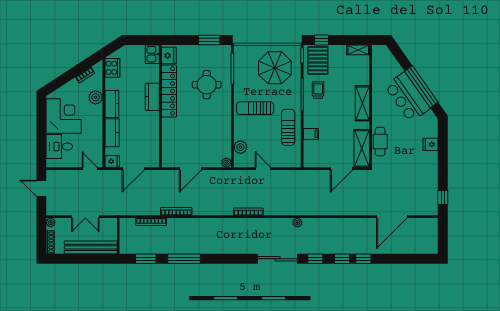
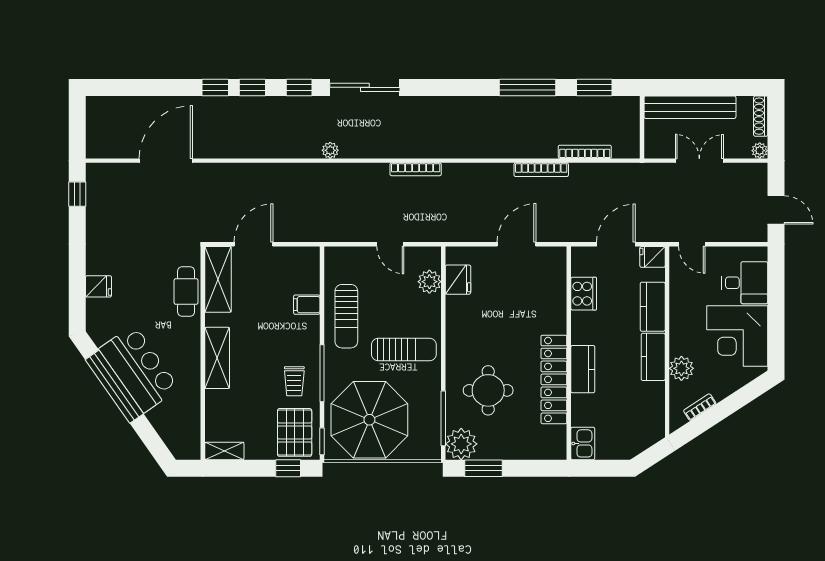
fridge: (169, 56) -> (458, 280), moved, turned 180
cooker: (112, 68) -> (584, 294), moved, turned 180
parasol: (275, 68) -> (369, 420), width x1.36, depth x1.36
plant: (226, 163) -> (461, 444), moved, width x1.87, depth x1.87

